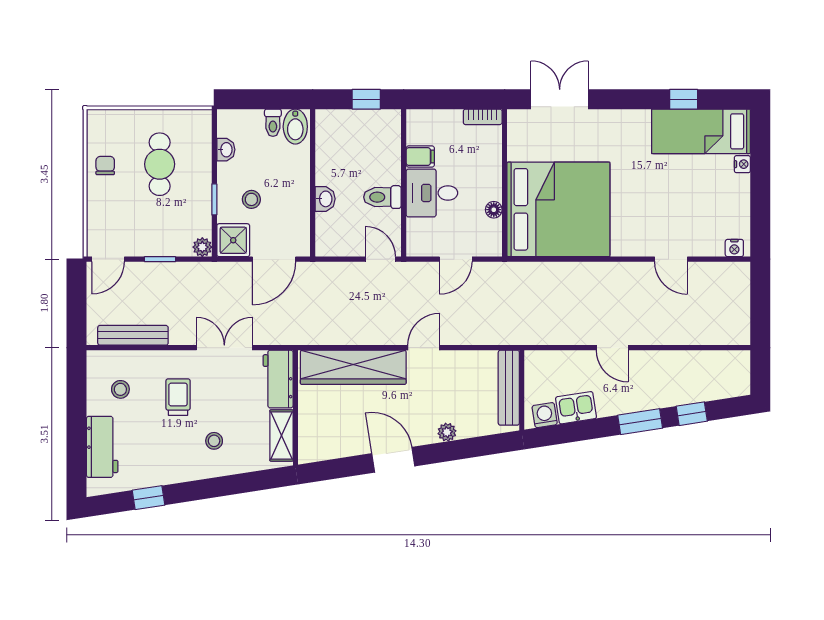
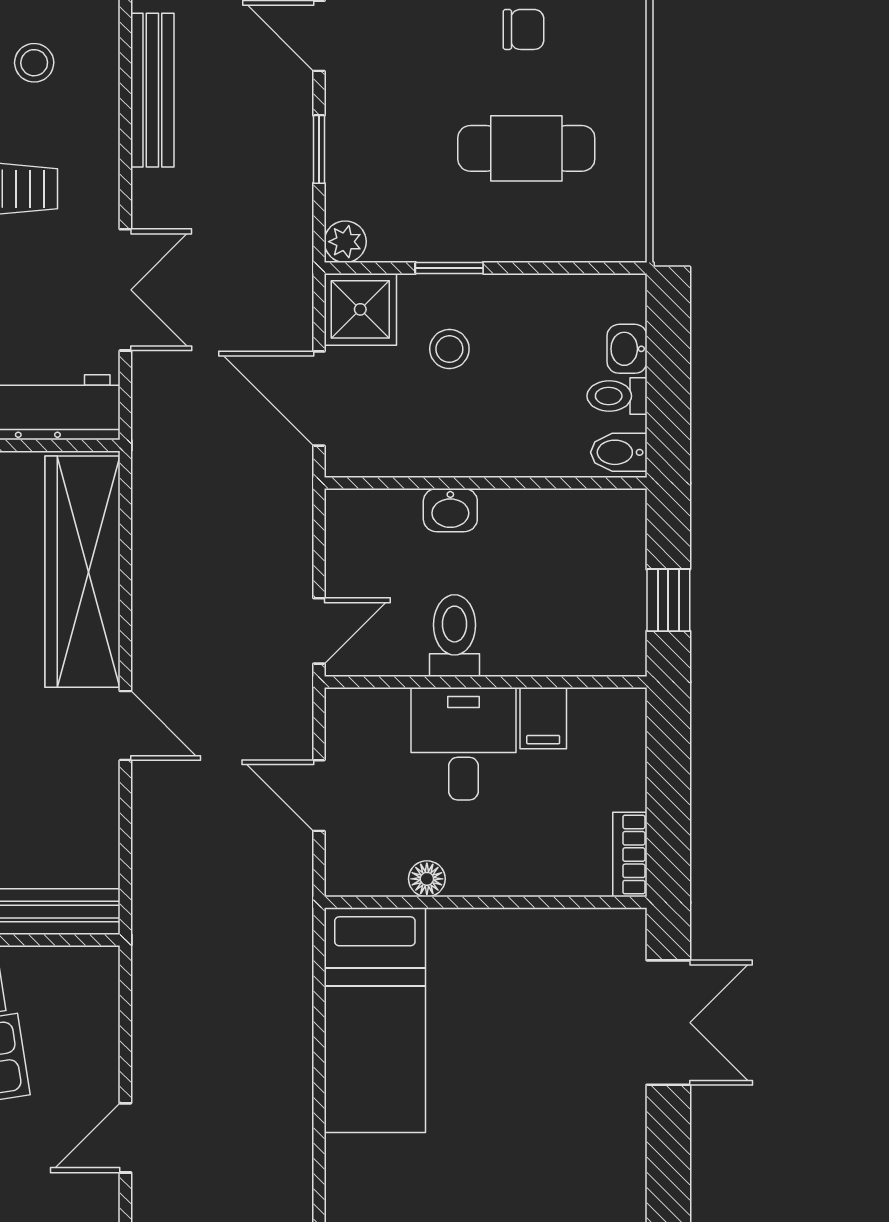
bidet: (295, 127) -> (619, 452), width x0.72, depth x0.74
washbasin: (226, 150) -> (627, 349), moved, turned 90
bed: (558, 209) -> (375, 1020), width x0.49

